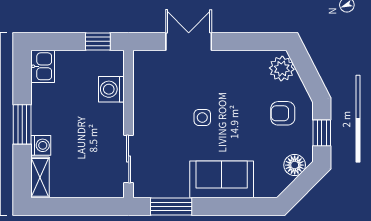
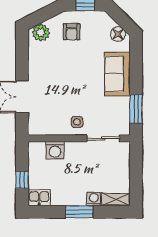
window: (98, 41) -> (22, 180), moved
side table: (202, 117) -> (77, 122), moved
floor lamp: (295, 165) -> (118, 34), moved

